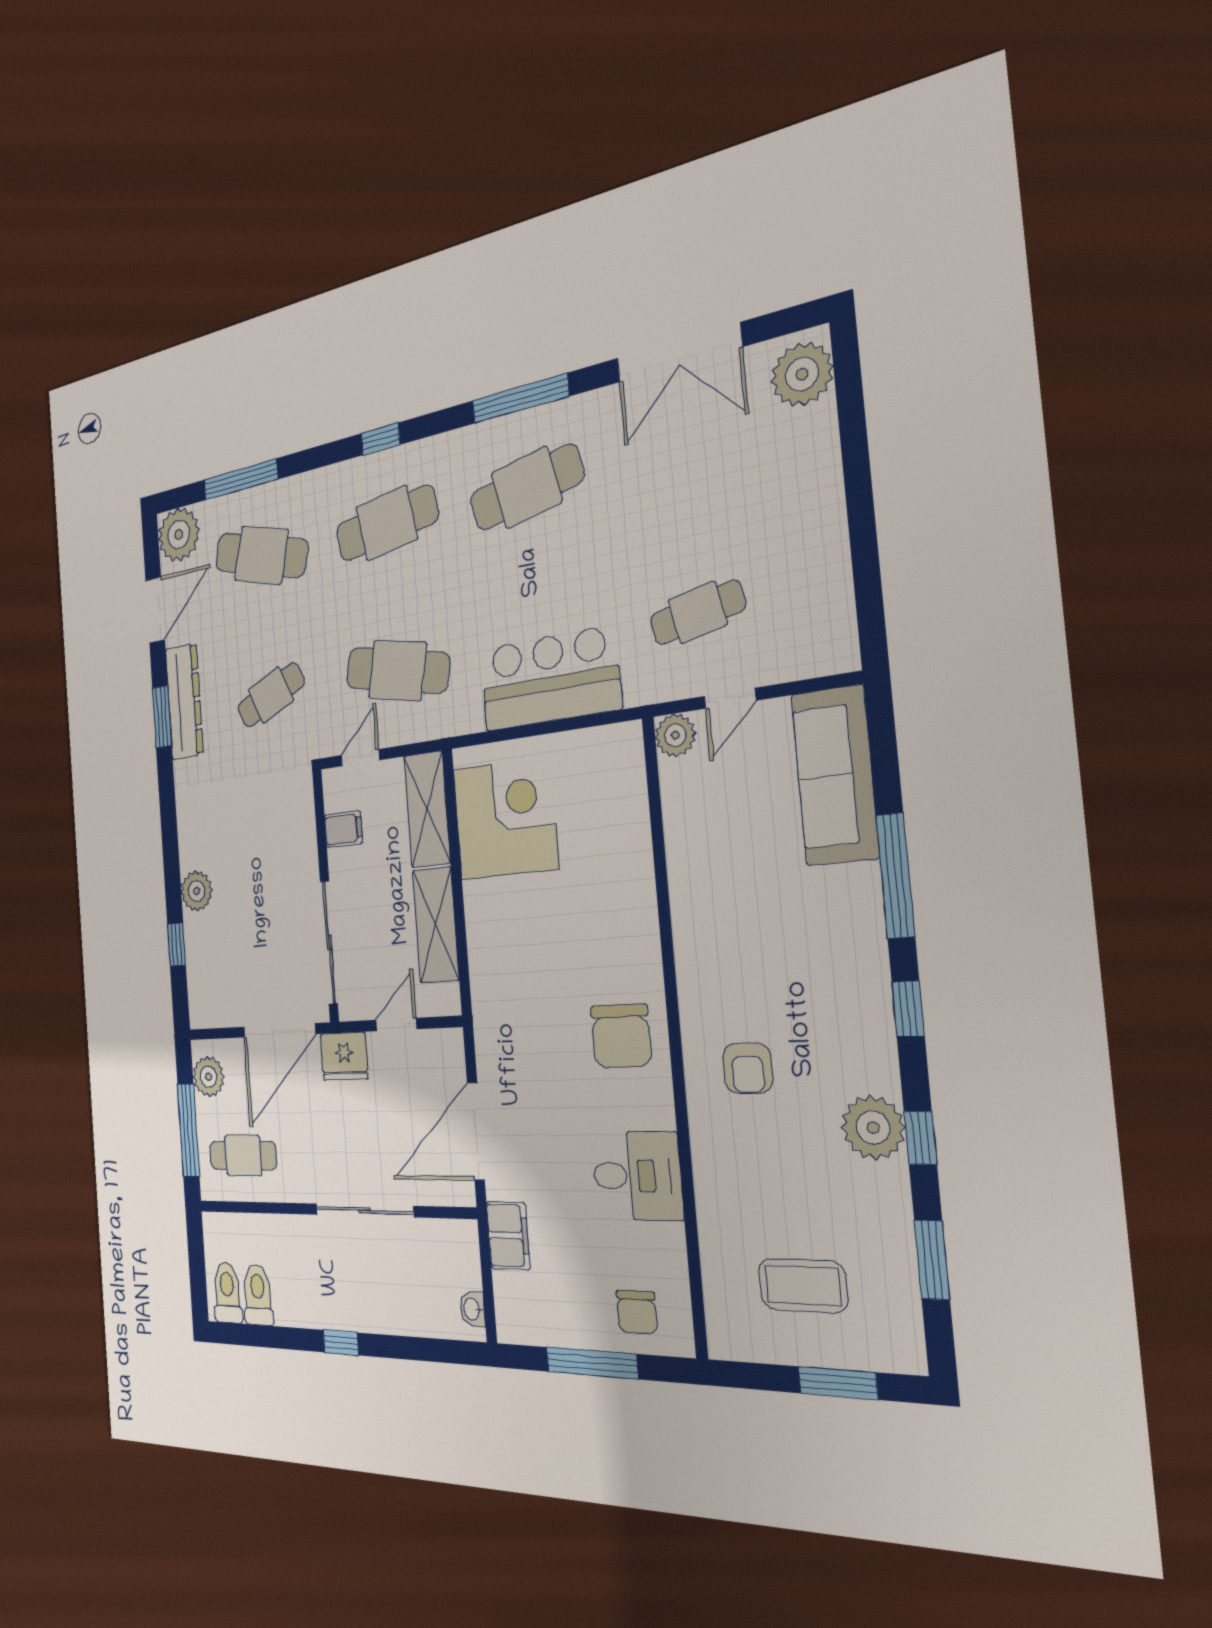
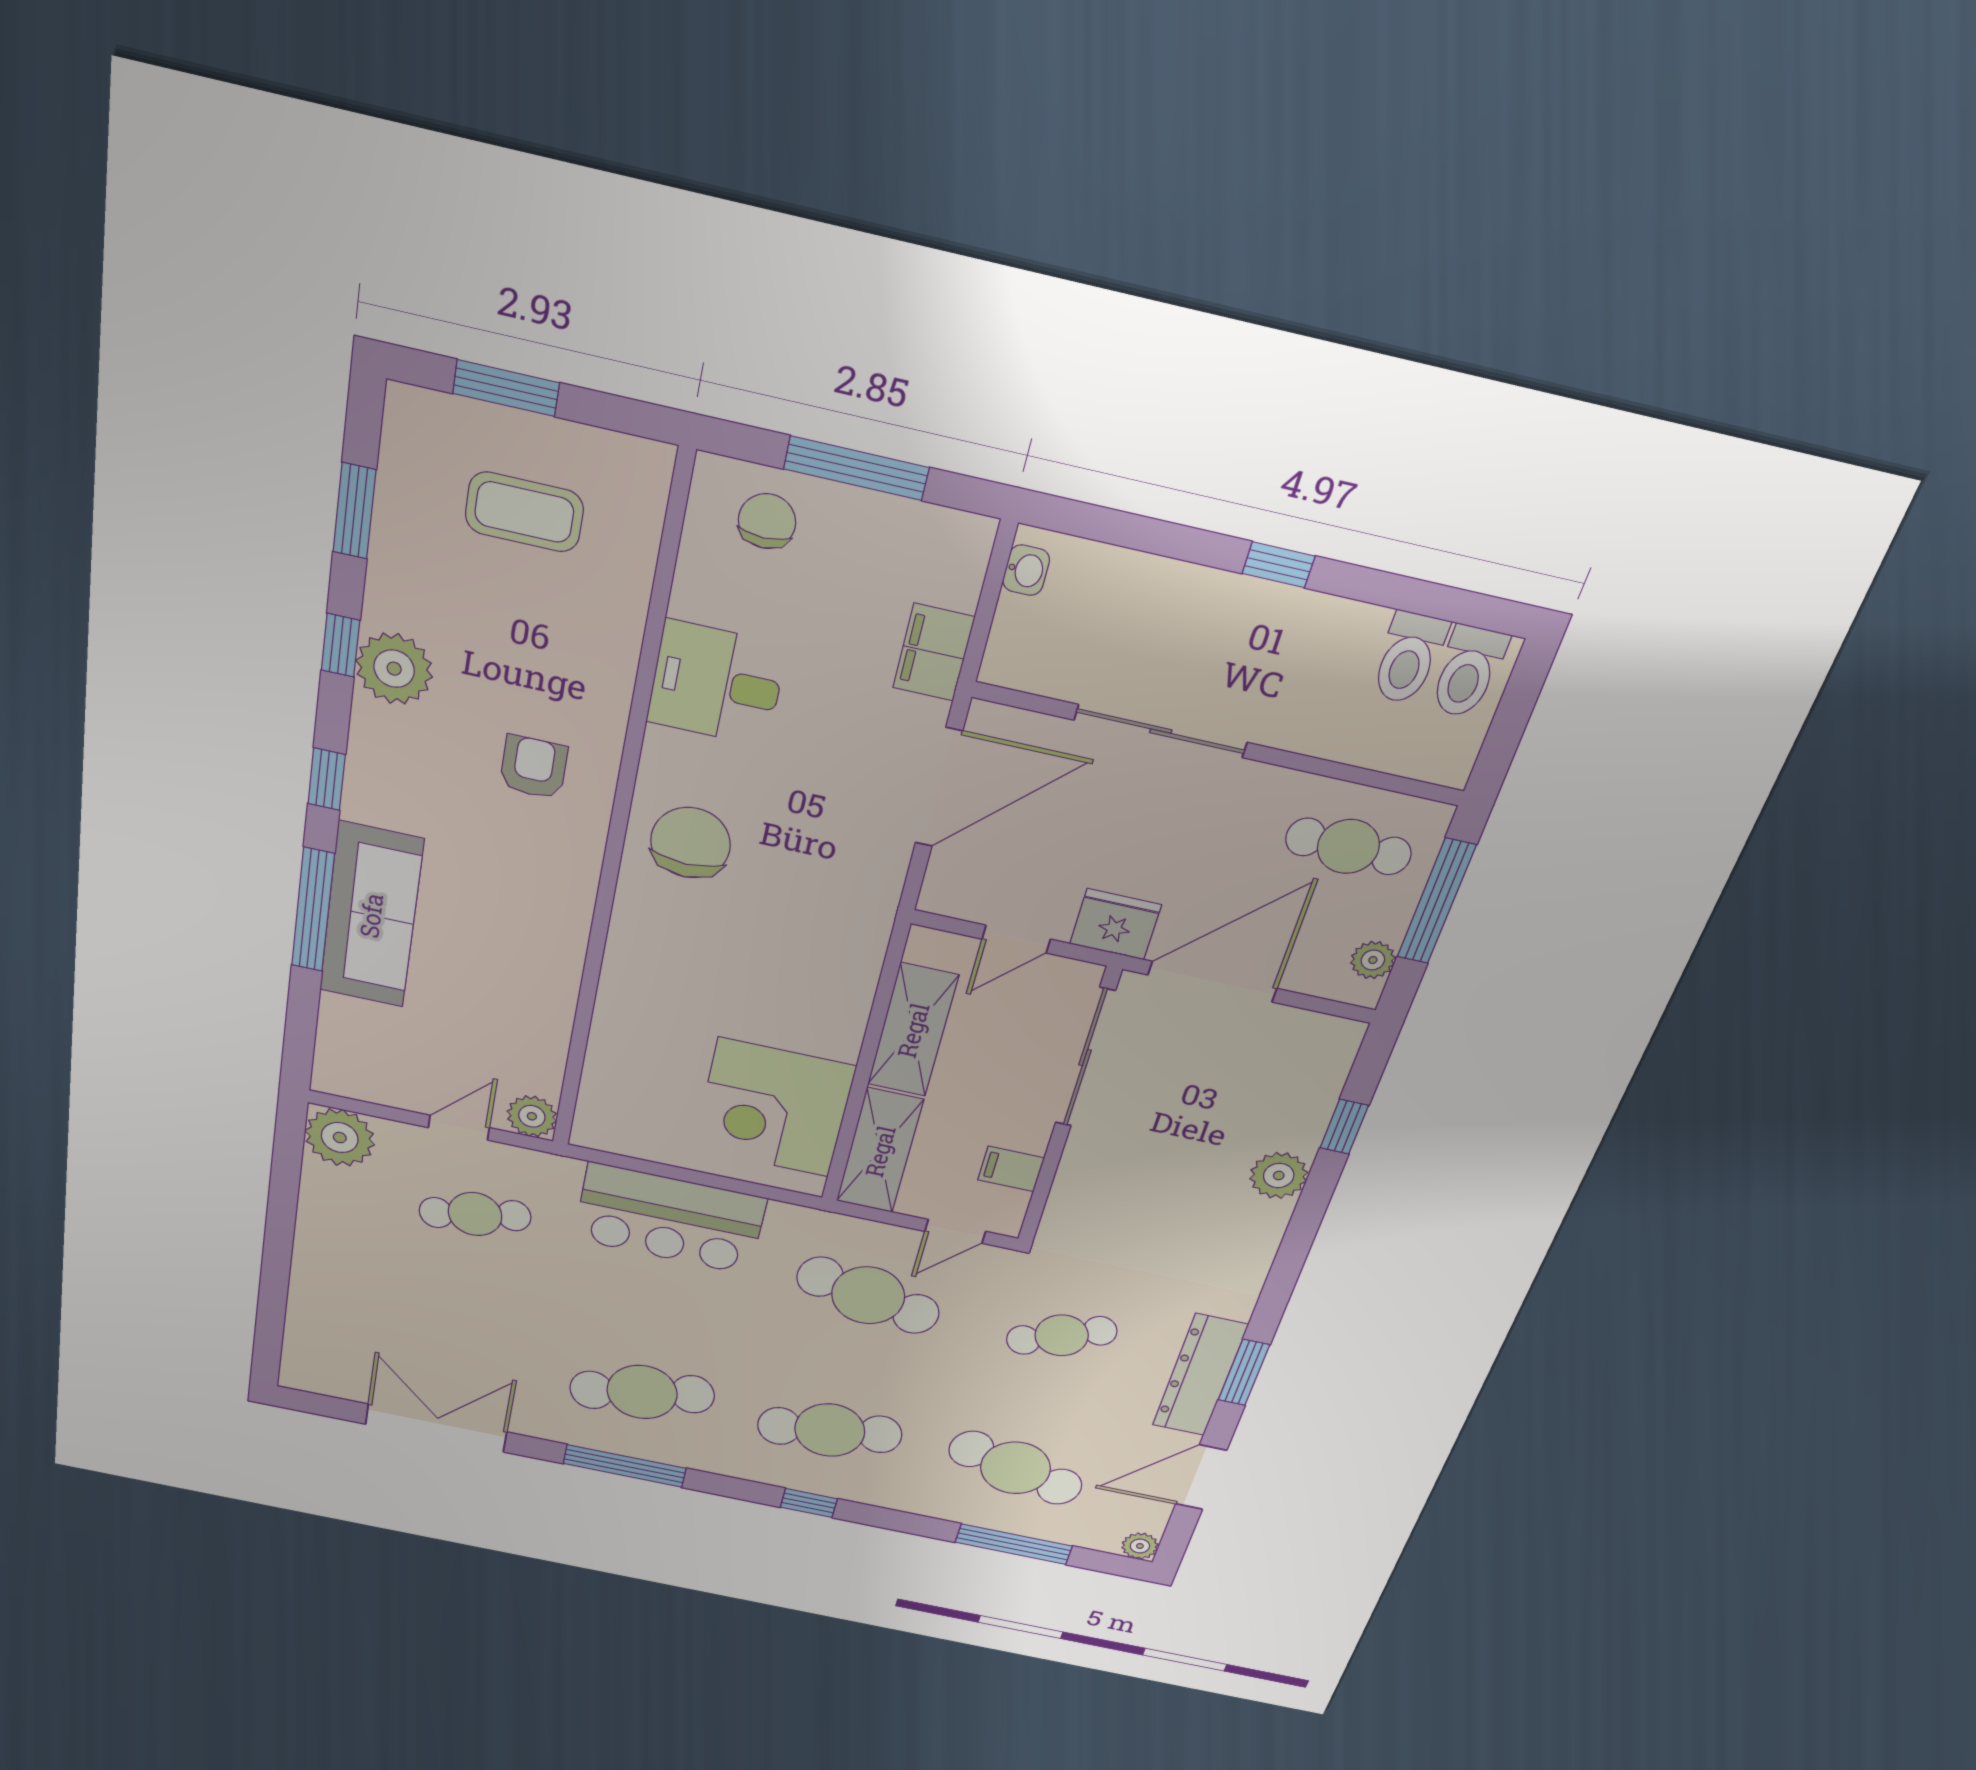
plant: (802, 374) -> (340, 1138), moved
plant: (179, 535) -> (1140, 1546), width x0.53, depth x0.53
sofa: (835, 775) -> (371, 915), moved
plant: (208, 1077) -> (1373, 960), width x0.73, depth x0.73

